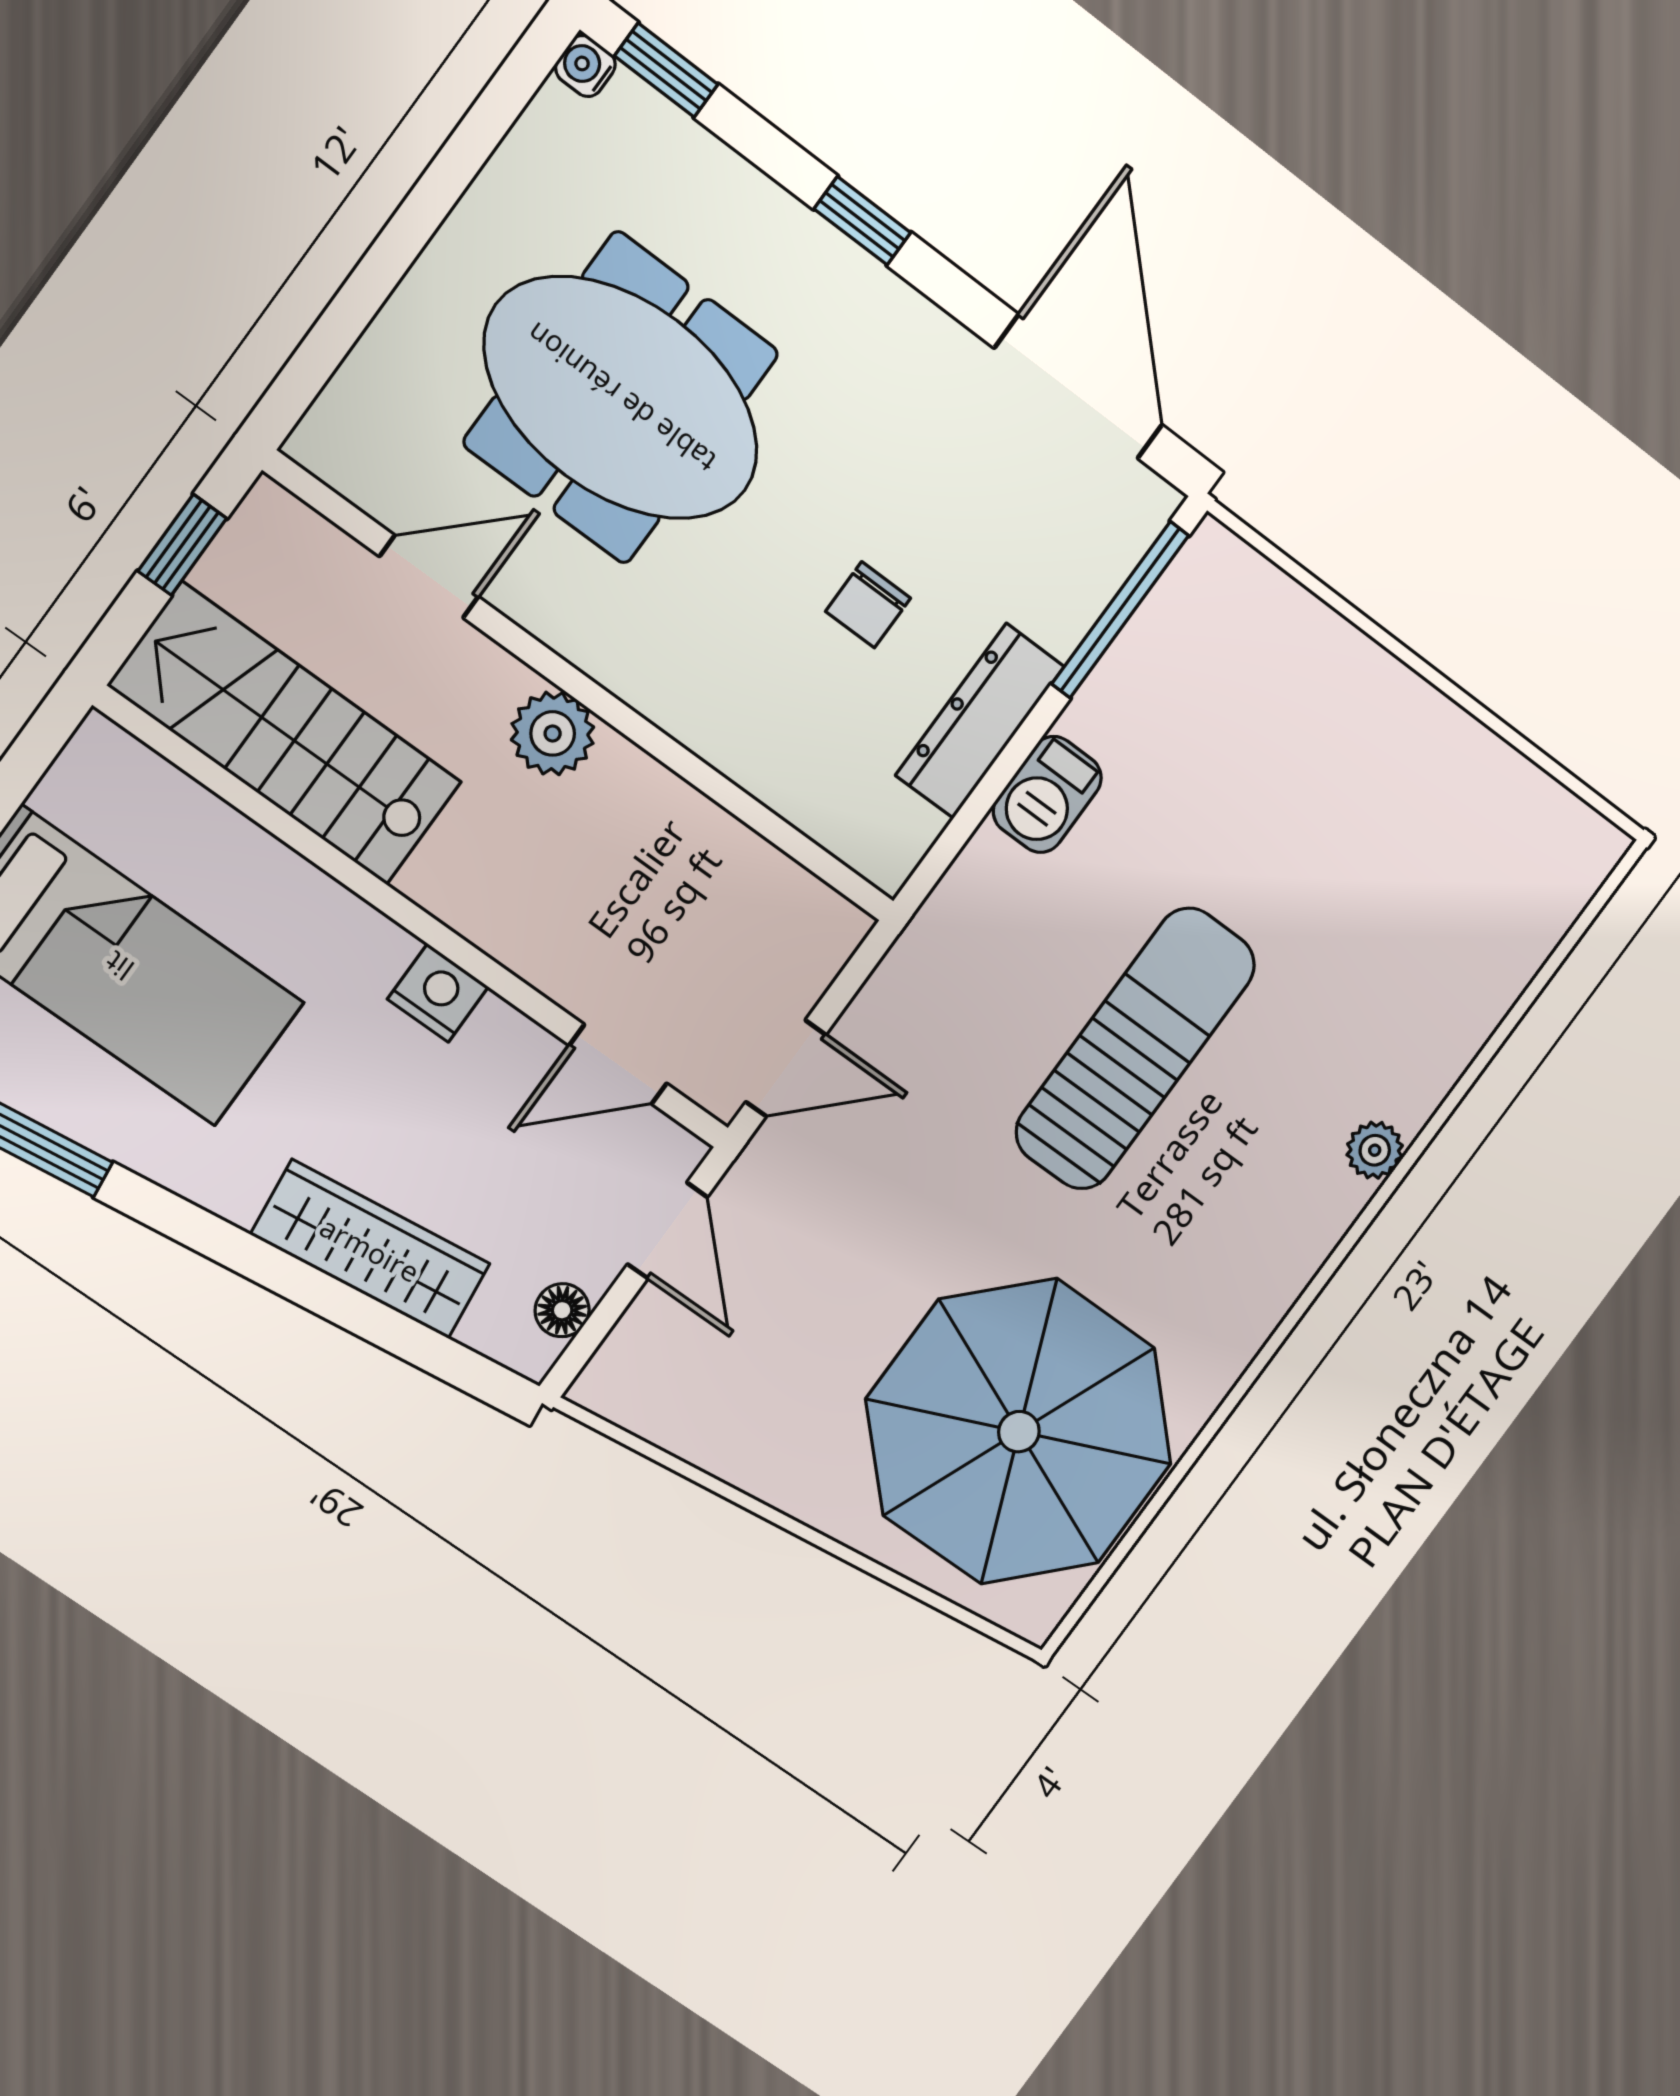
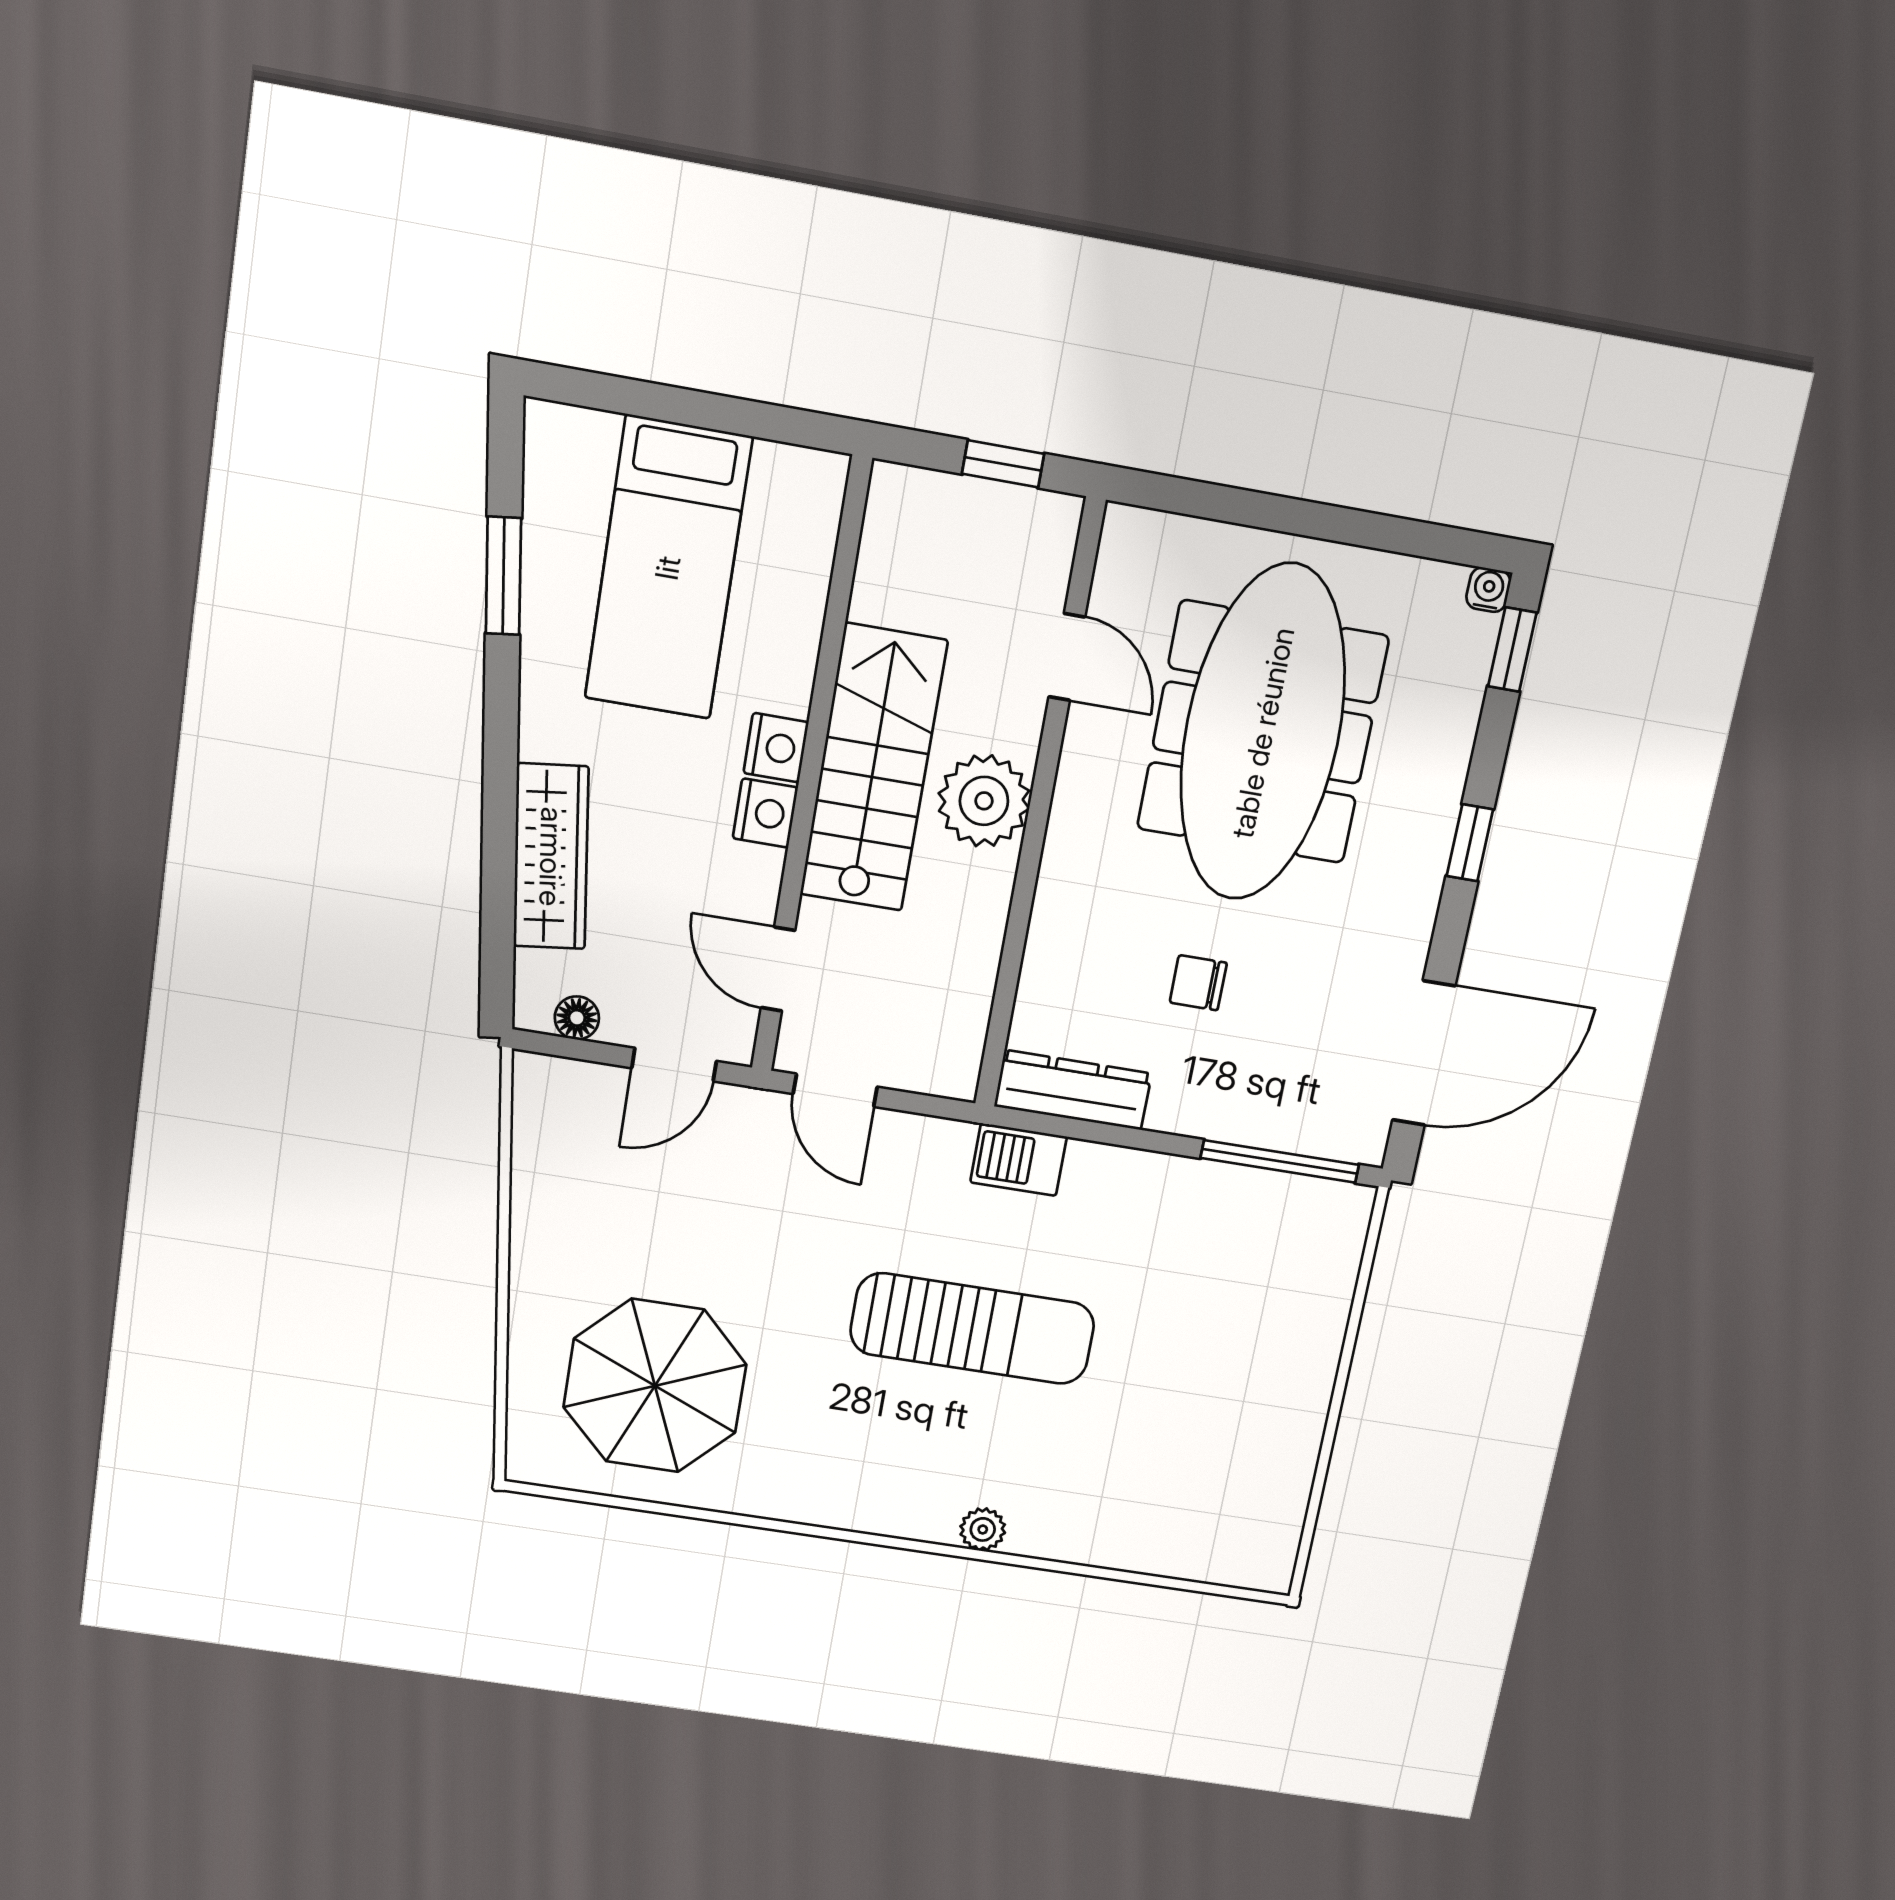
meeting table: (621, 398) -> (1263, 733), width x1.36
dresser: (980, 721) -> (1073, 1090), moved
plant: (553, 733) -> (984, 801), width x1.36, depth x1.36
stairs: (285, 734) -> (873, 768), moved
barbecue: (1047, 794) -> (1018, 1160), moved
nightstand: (372, 946) -> (776, 748), added
parasol: (1019, 1432) -> (655, 1386), width x0.73, depth x0.73

